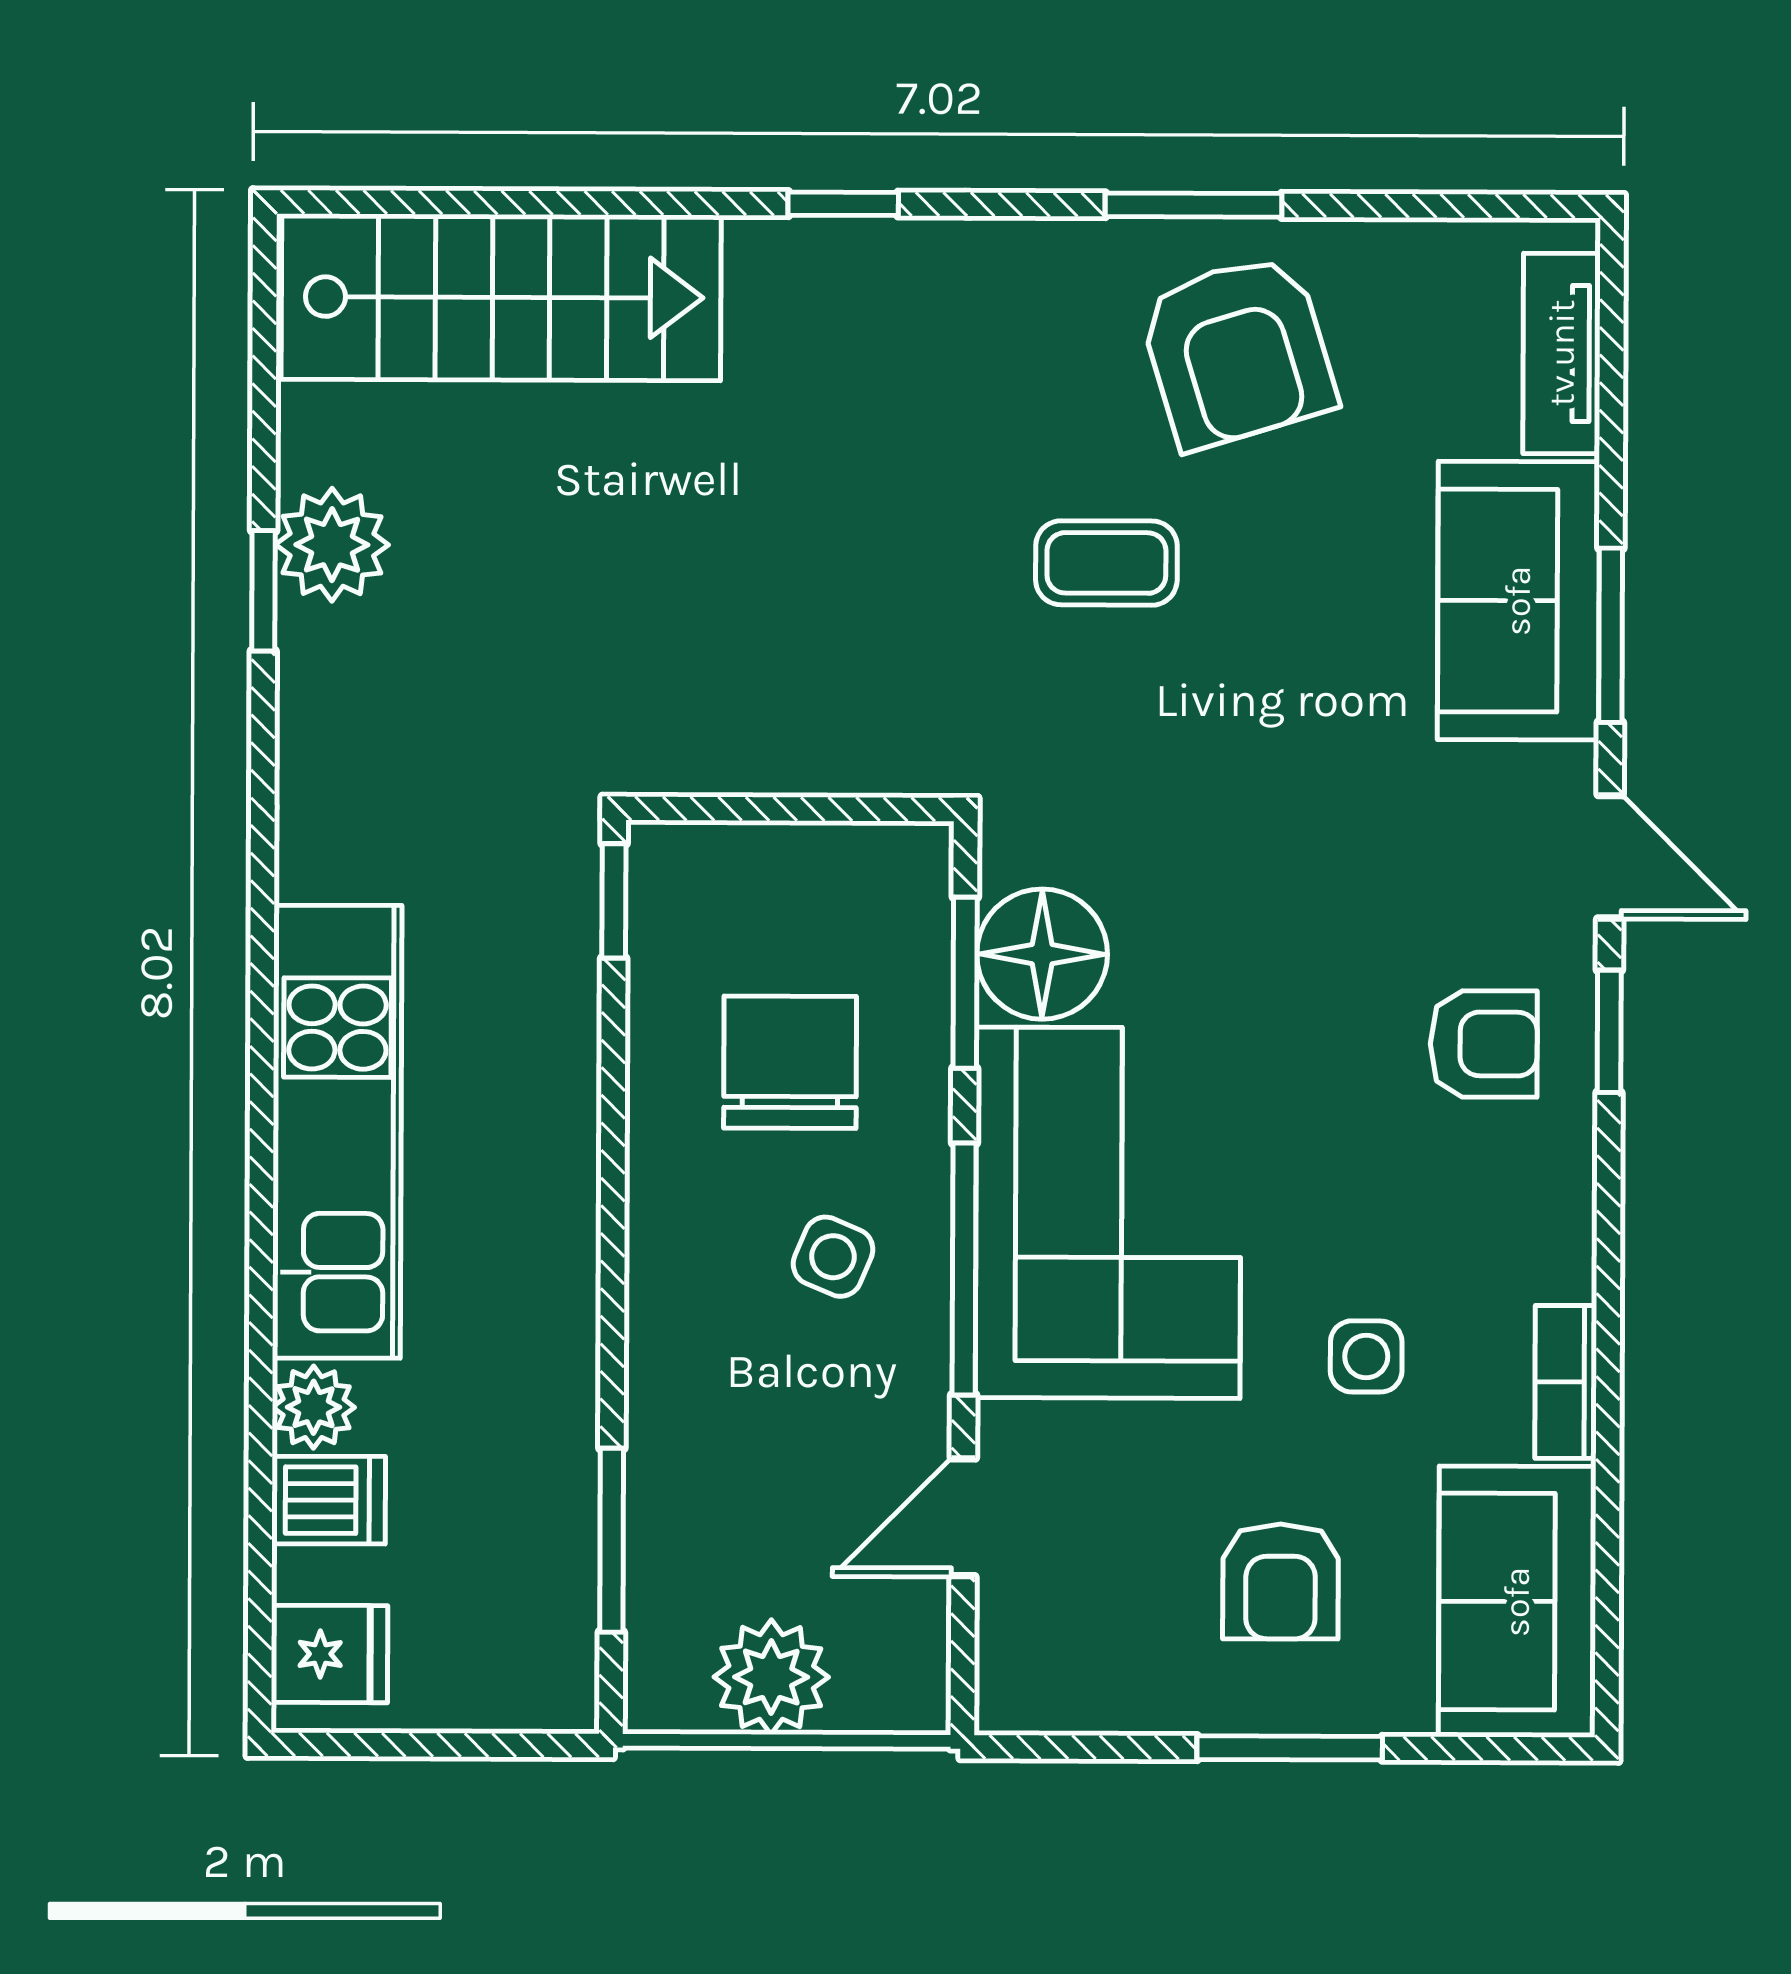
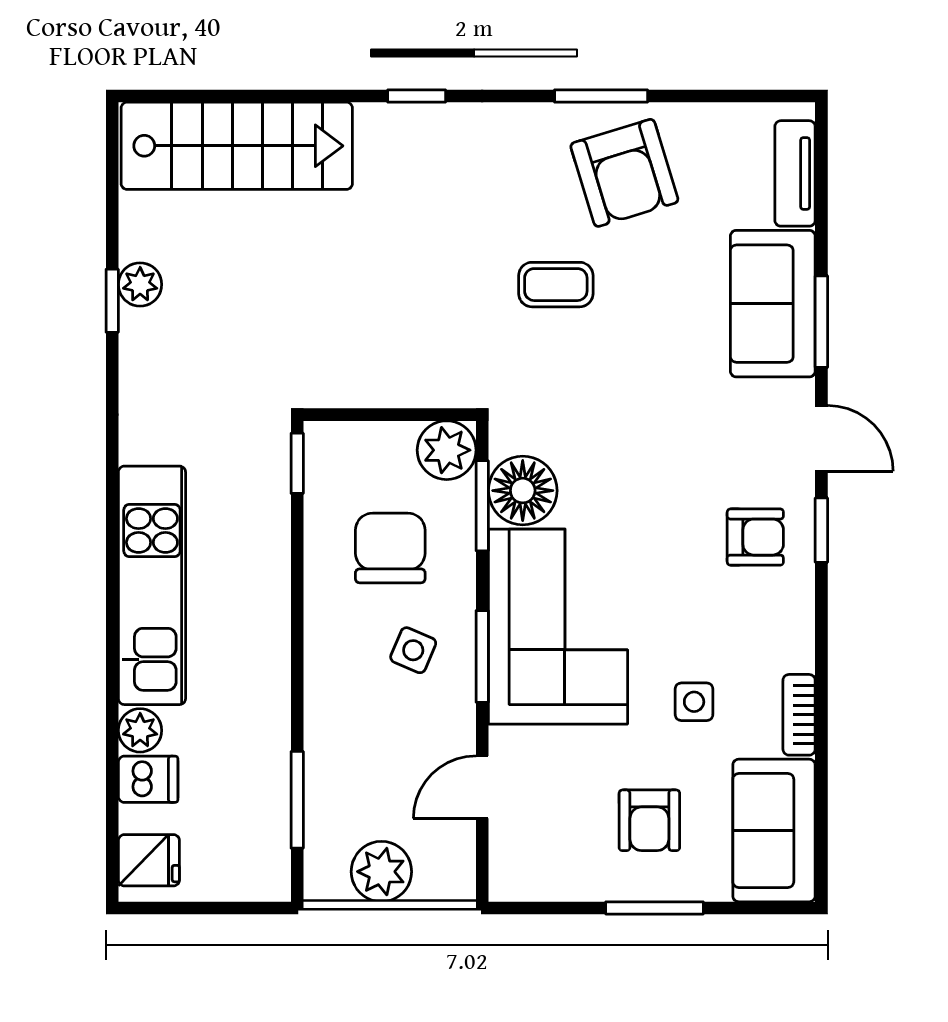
plant: (332, 545) -> (140, 284), width x0.73, depth x0.73
plant: (898, 877) -> (447, 450), added
window: (964, 1269) -> (482, 656), width x0.69

